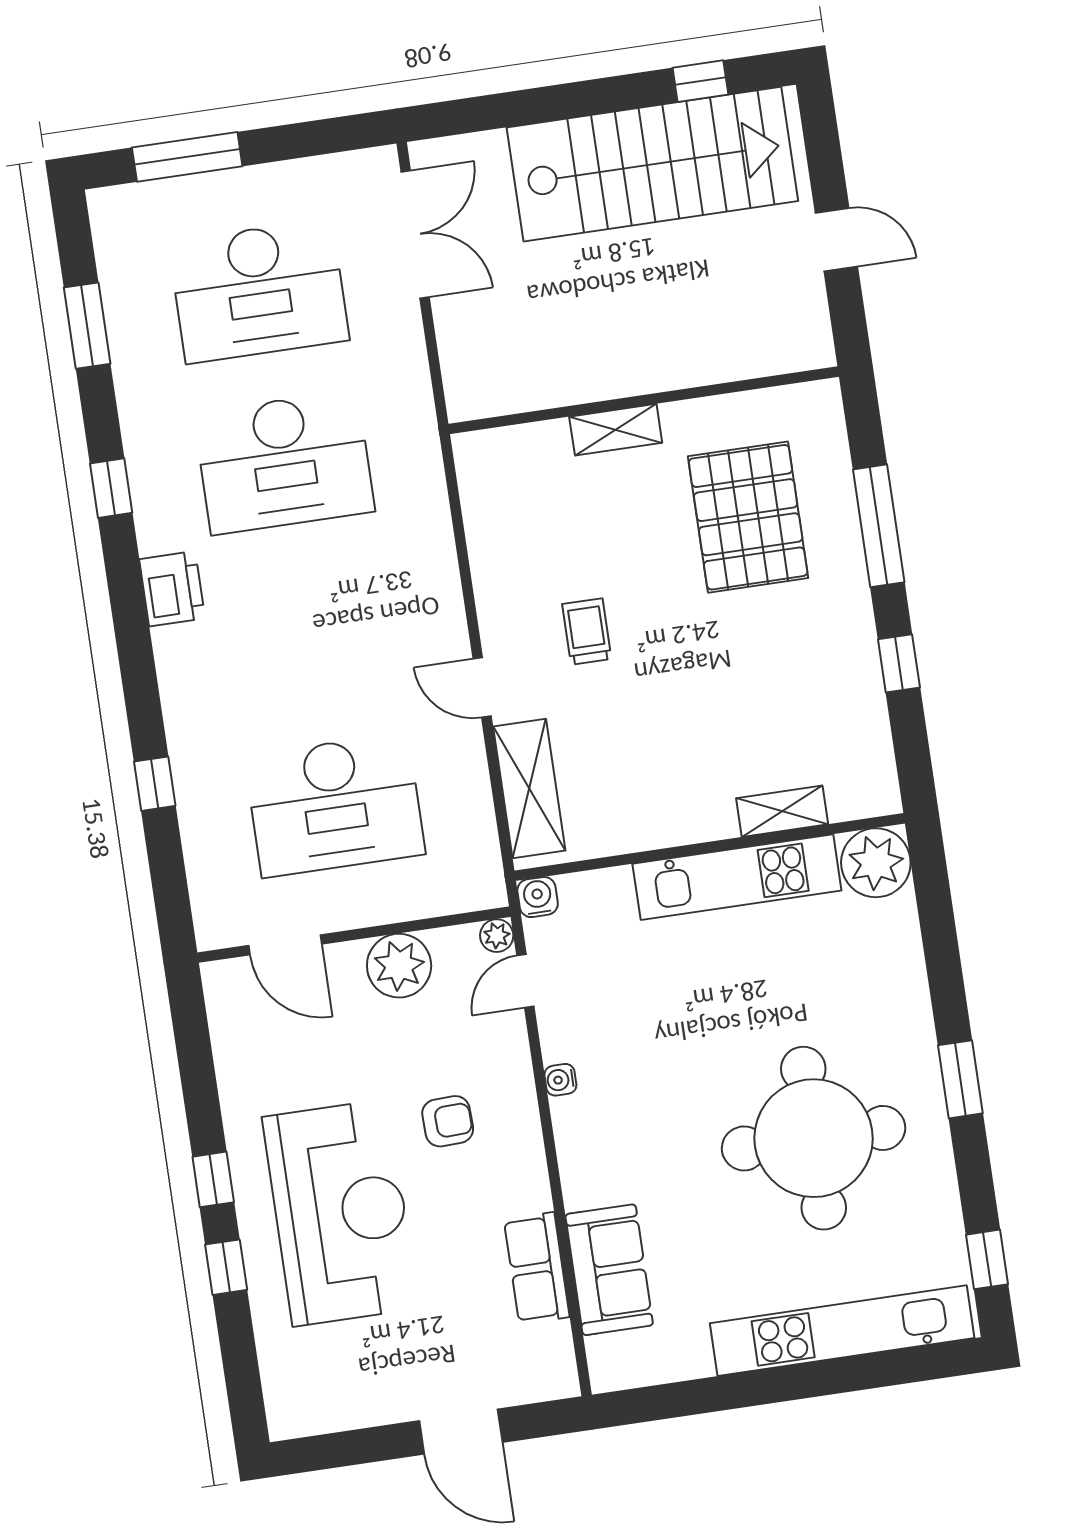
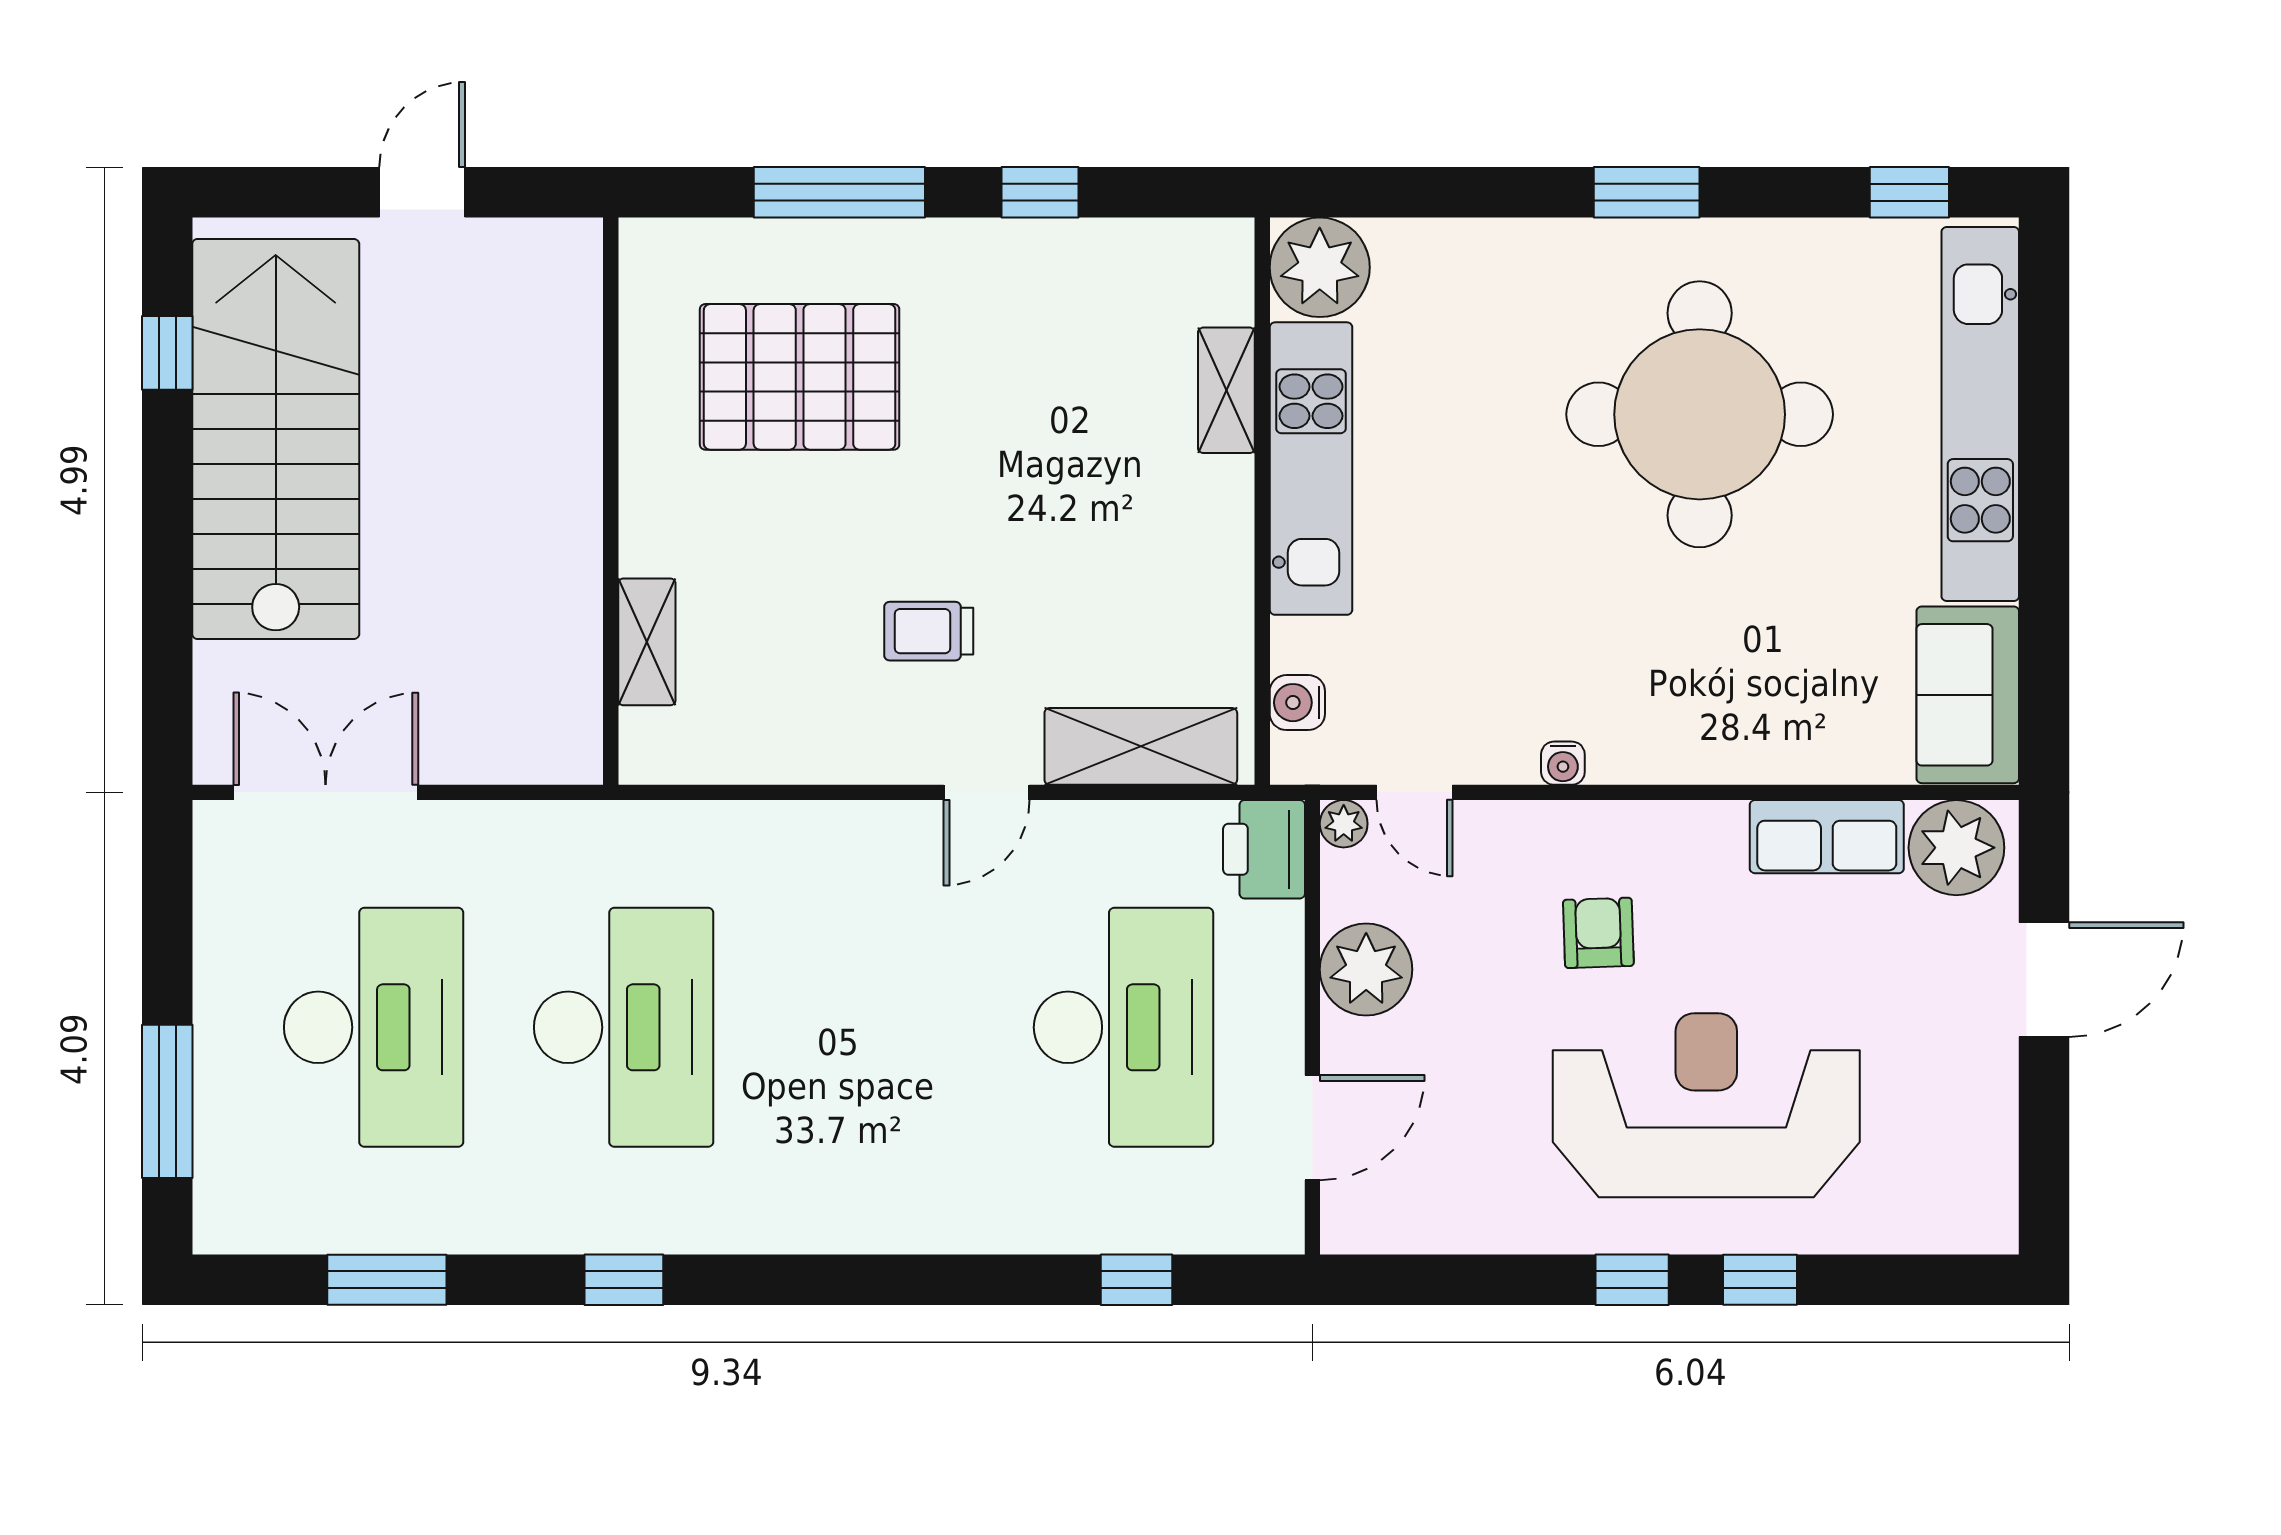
shelving: (616, 430) -> (647, 642), moved
printer: (172, 589) -> (1264, 849), moved, turned -90
window: (155, 784) -> (1137, 1280), moved
water cooler: (538, 897) -> (1297, 703), moved
sofa: (609, 1270) -> (1968, 695), moved, turned -90
plant: (542, 1358) -> (1956, 848), added

